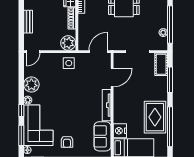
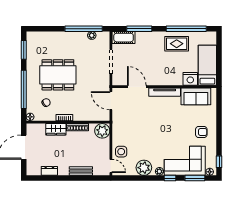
side table: (69, 63) -> (121, 152), moved
rug: (155, 117) -> (177, 44), width x0.73, depth x0.70

